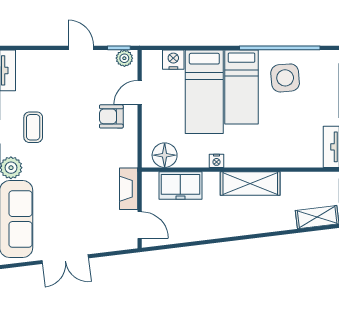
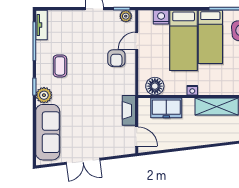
armchair: (111, 116) -> (116, 58), turned -90

